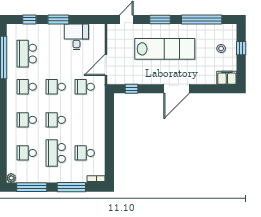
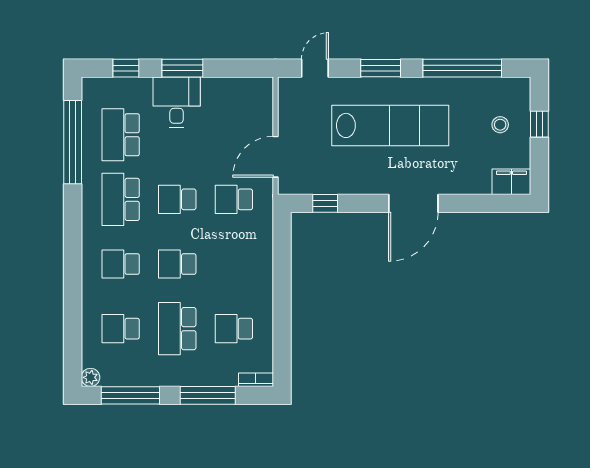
desk: (76, 37) -> (177, 102), moved
school desk: (27, 87) -> (121, 199), width x1.85

